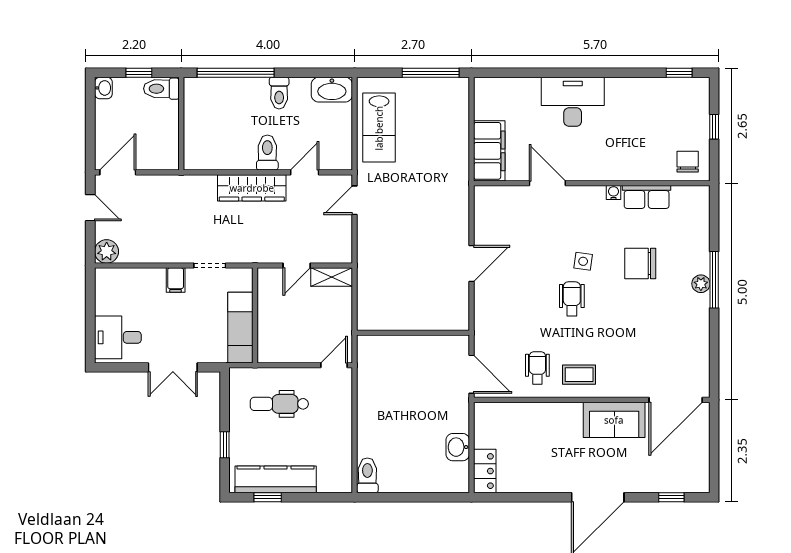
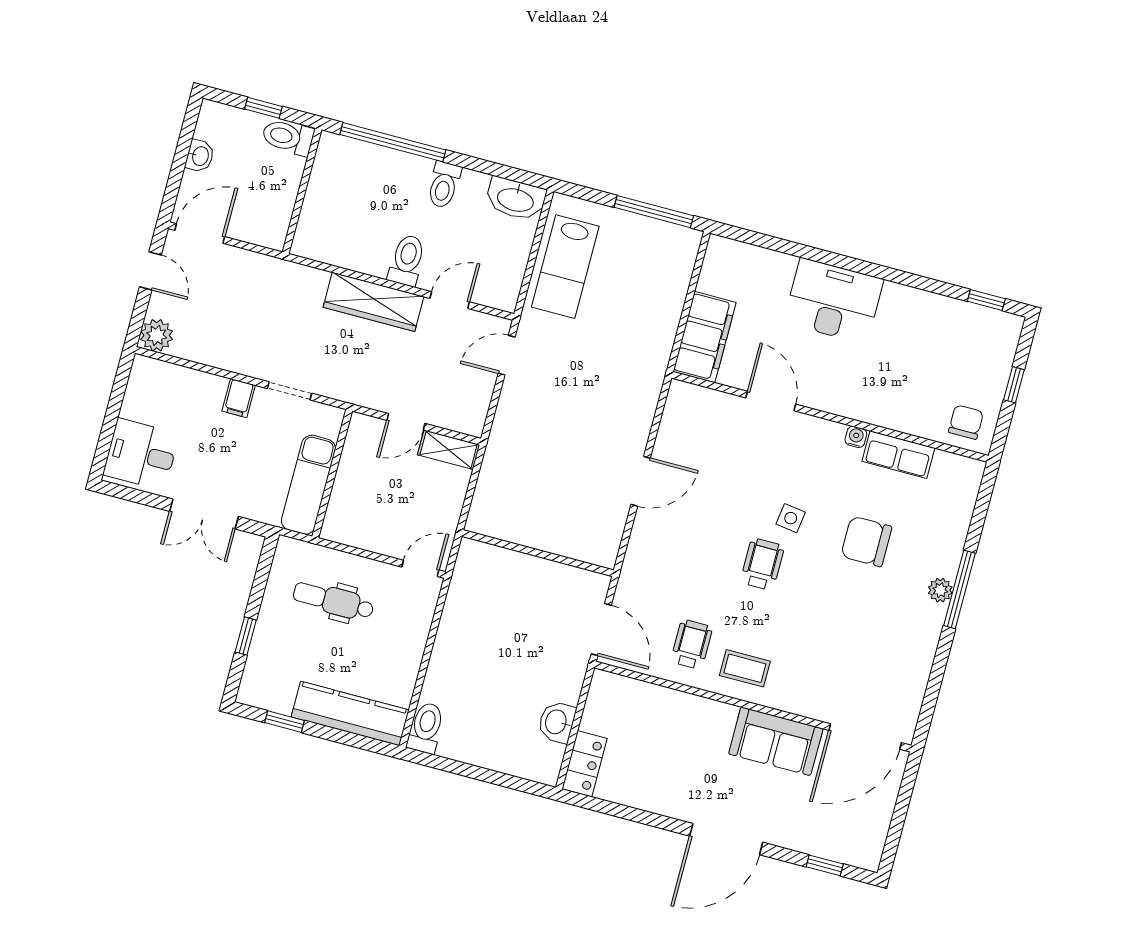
washbasin: (103, 88) -> (200, 156), moved
kitchen counter: (276, 479) -> (350, 713), moved

